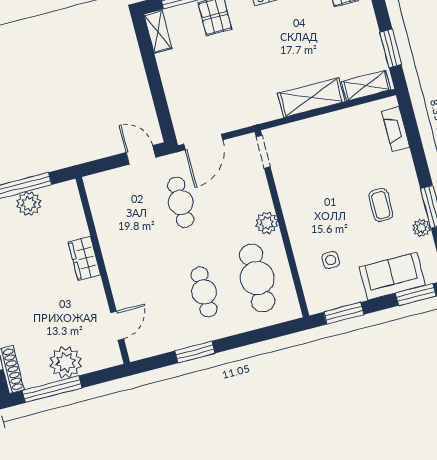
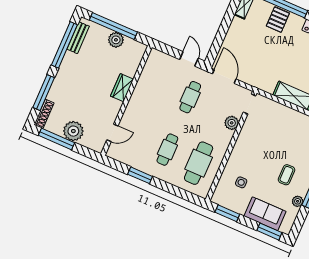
door: (203, 142) -> (224, 76), swing flipped
plant: (267, 223) -> (232, 123), moved

